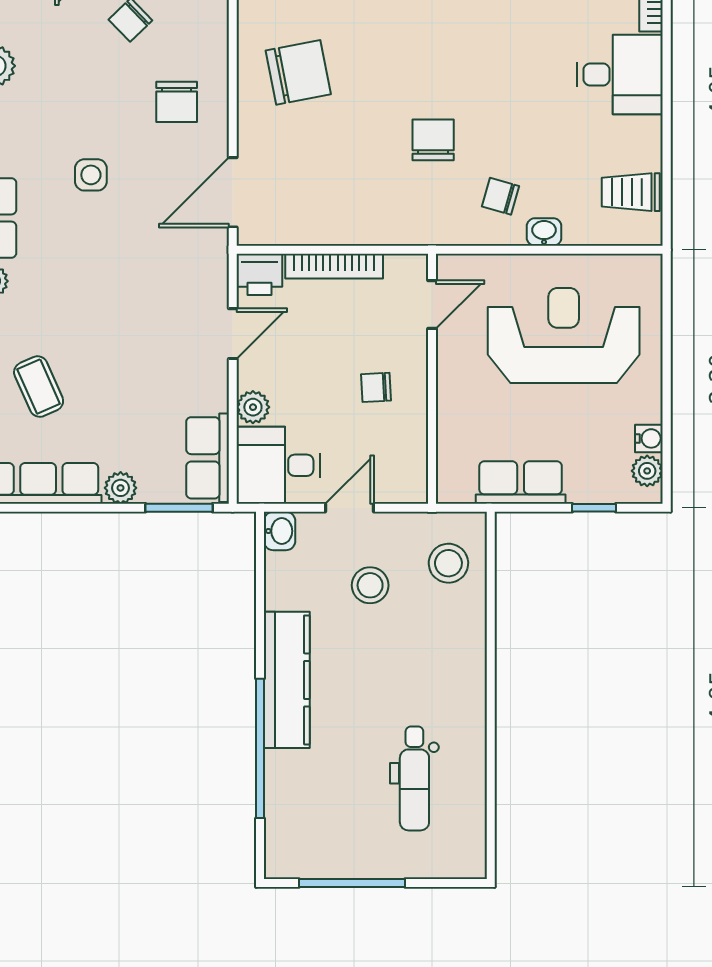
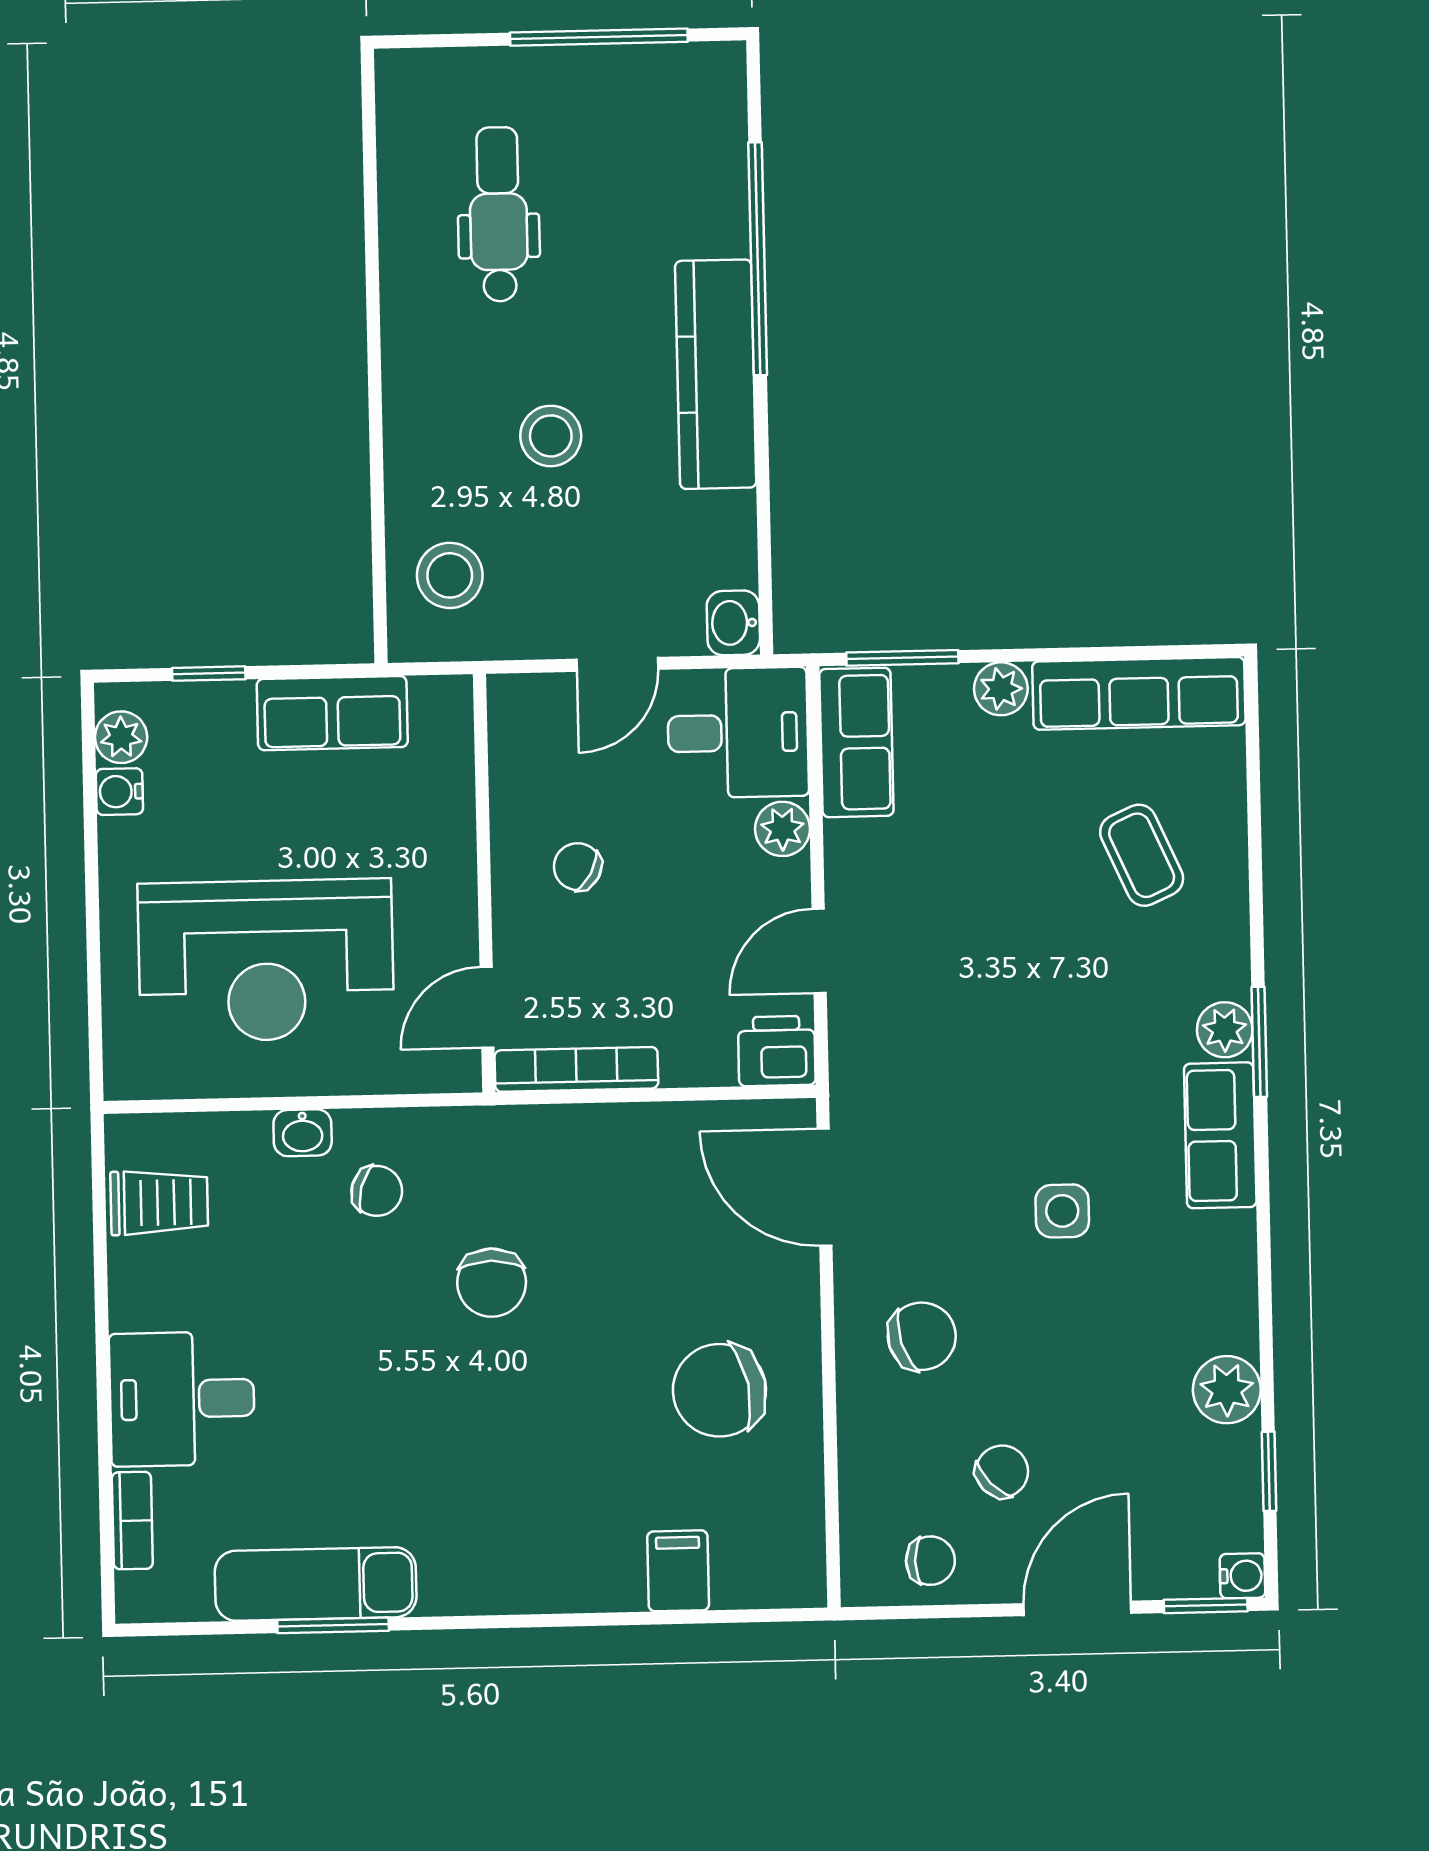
chair: (177, 102) -> (922, 1336), turned 73
door: (233, 192) -> (825, 1187), swing flipped
bookcase: (334, 266) -> (576, 1069), moved
chair: (376, 387) -> (578, 867), turned -148
stool: (370, 585) -> (551, 436), moved

